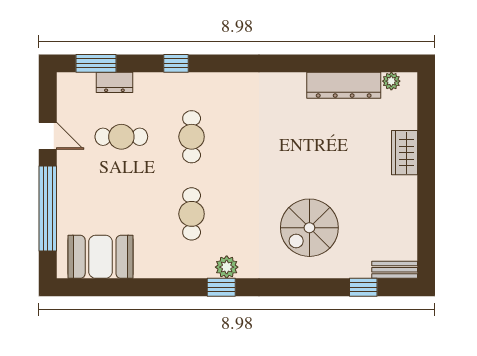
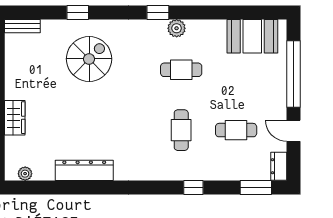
dresser: (114, 82) -> (279, 166), moved, turned -90
dresser: (344, 85) -> (84, 170), moved
cafe table: (192, 214) -> (181, 70), turned 90
plant: (227, 267) -> (177, 28), moved
window: (363, 287) -> (78, 12), moved

